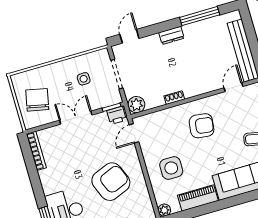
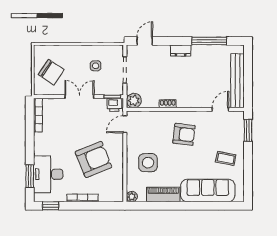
chair: (37, 100) -> (51, 72), turned 112

